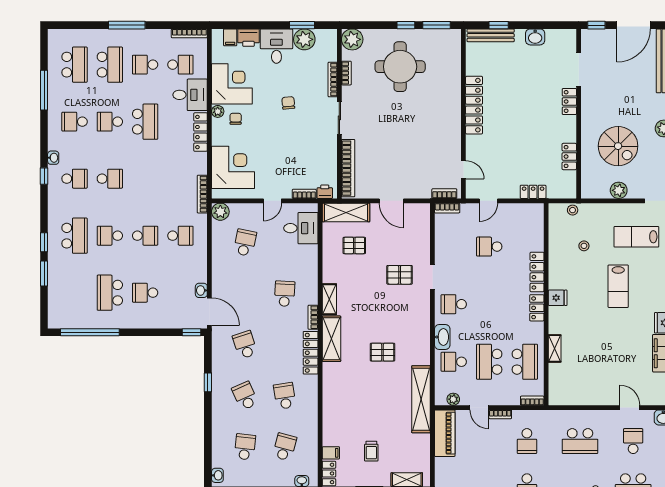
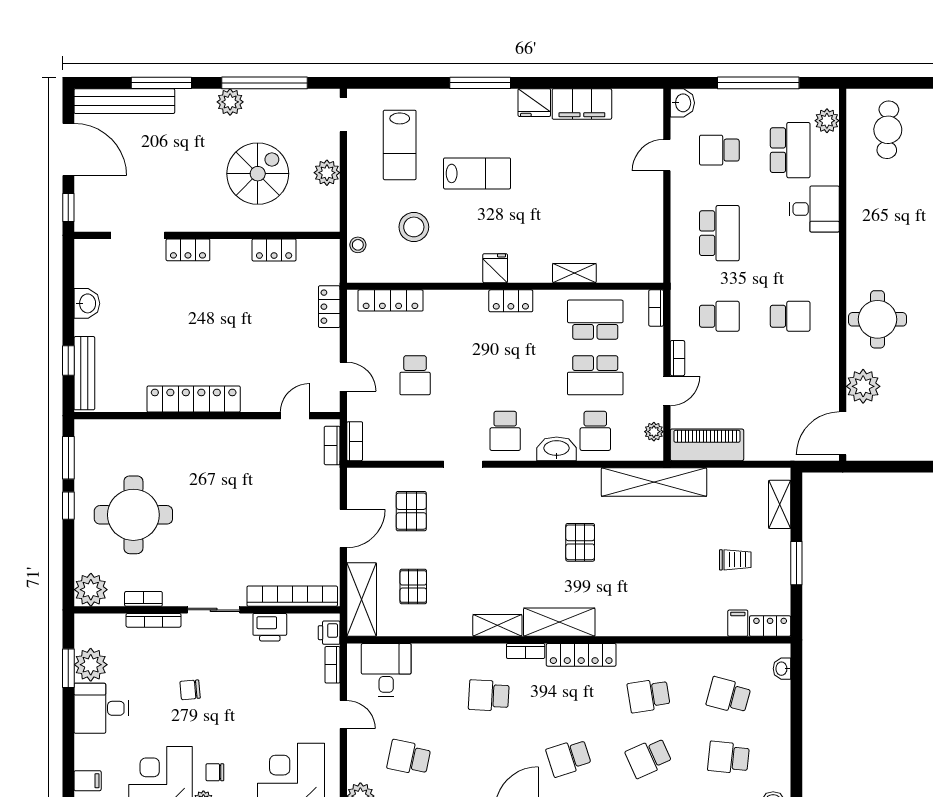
printer: (249, 38) -> (270, 627), moved, turned 90
stool: (584, 246) -> (414, 227), width x1.89, depth x1.89
locker: (537, 272) -> (390, 300), moved
pallet: (400, 275) -> (411, 511), moved

